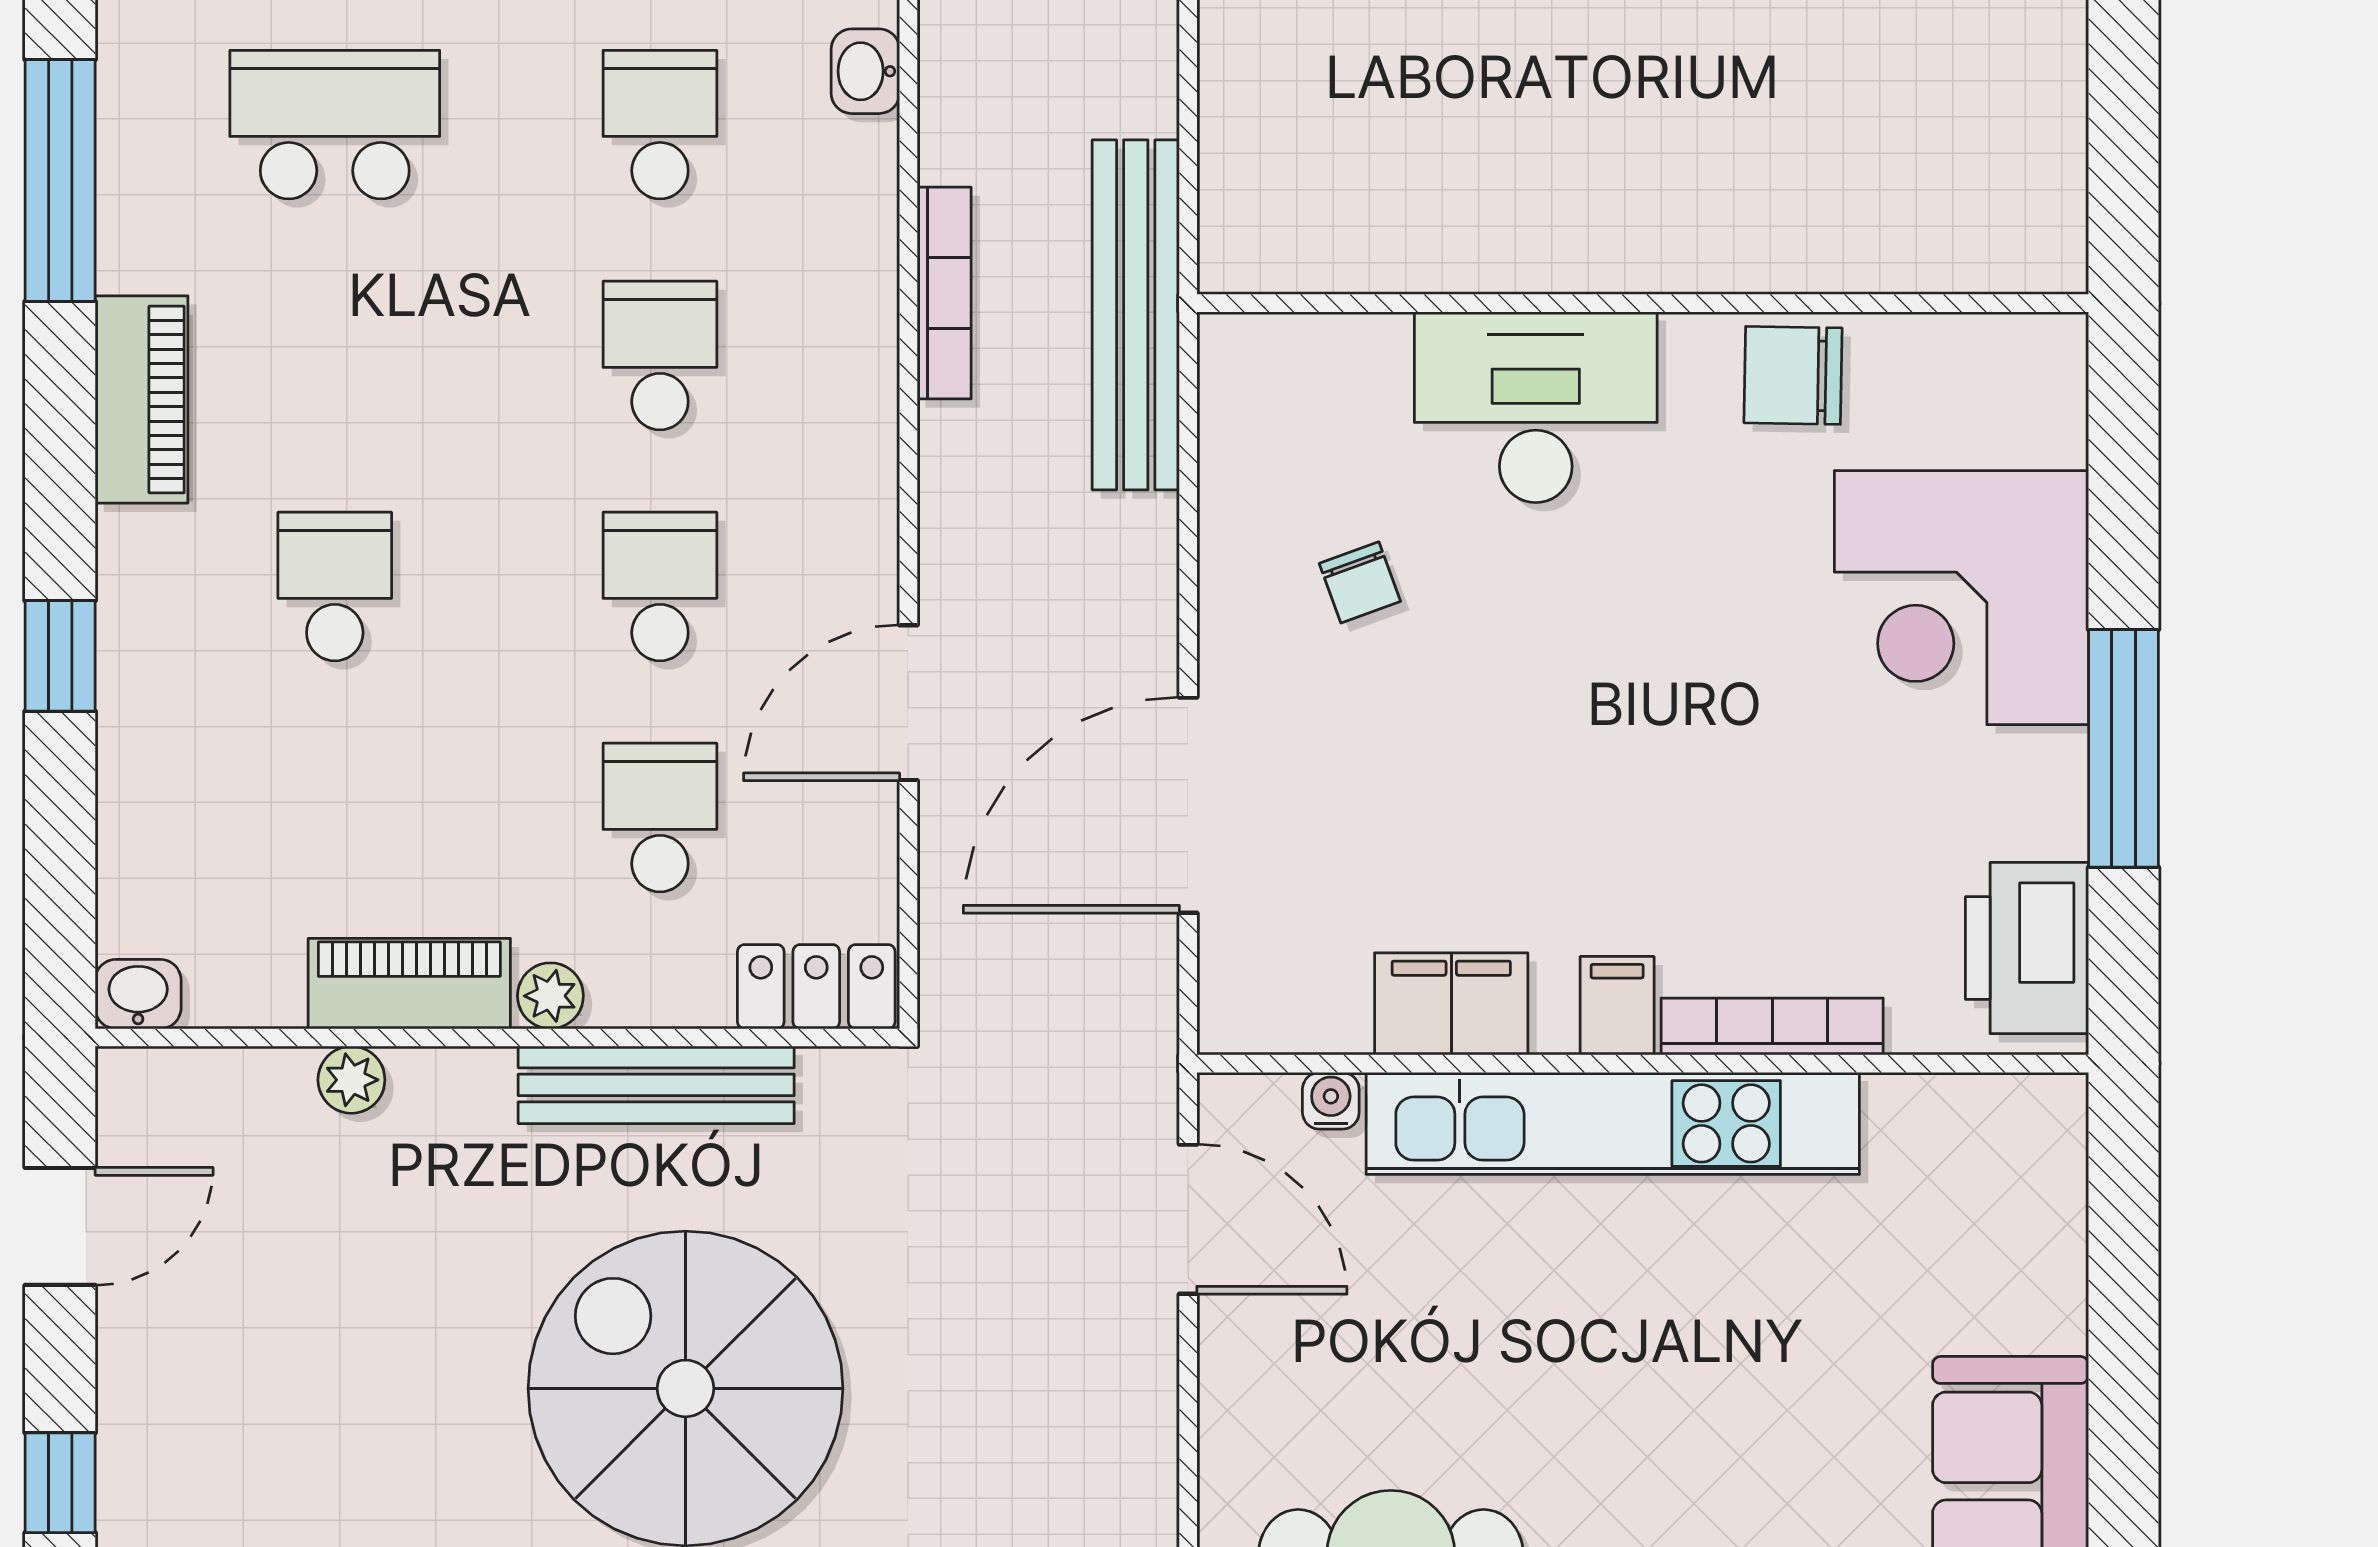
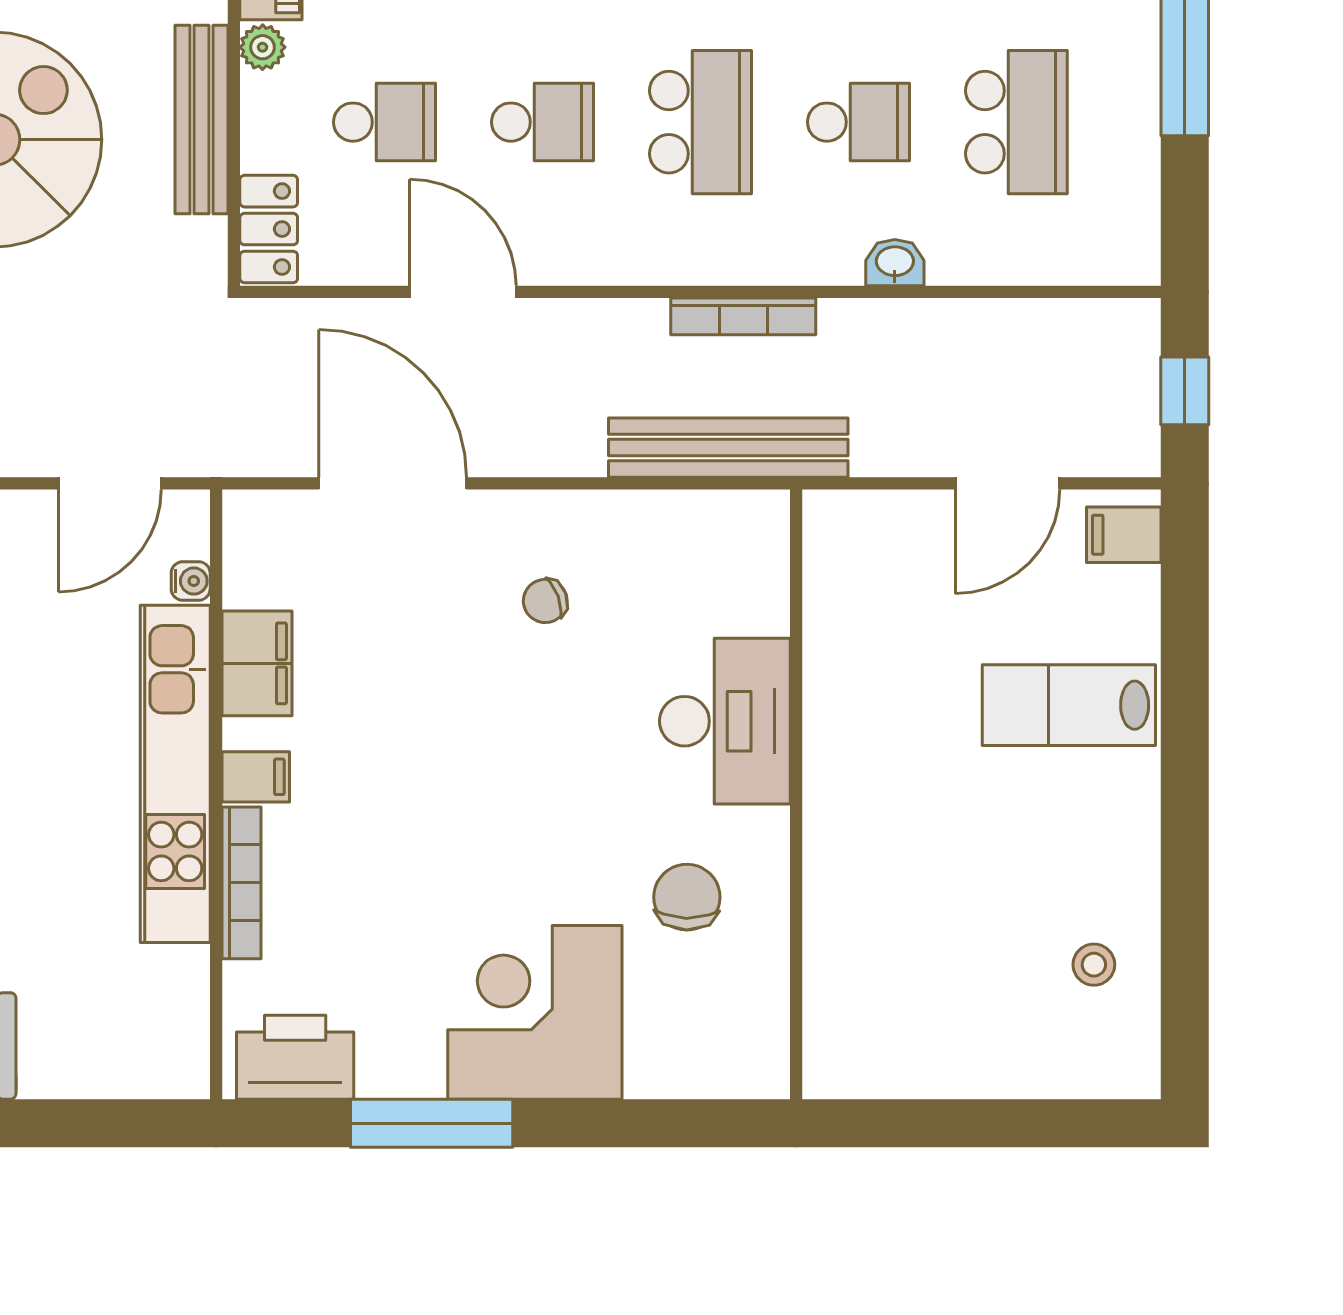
wall: (1643, 303) -> (796, 794), moved
school desk: (660, 356) -> (700, 122), width x1.85
desk: (1536, 407) -> (725, 721), moved

